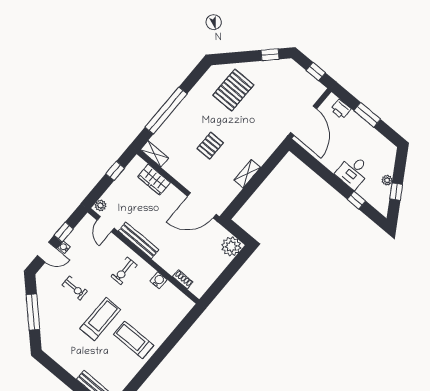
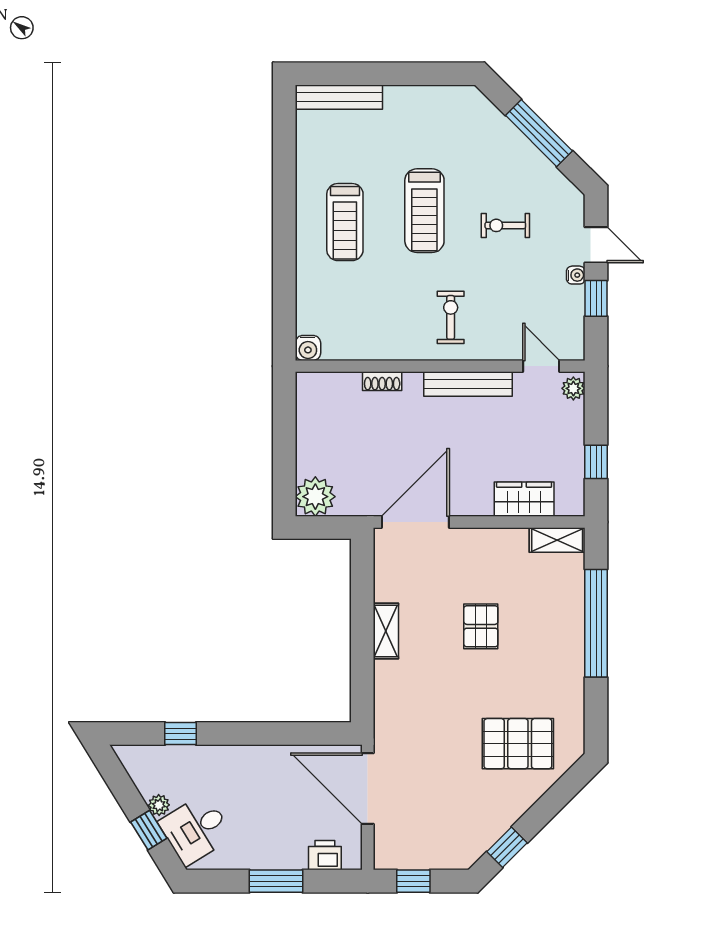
pallet: (233, 90) -> (518, 744), turned 90
desk: (353, 172) -> (196, 829), moved, turned -122
window: (396, 192) -> (149, 830), moved
door: (47, 252) -> (596, 245), swing flipped
shoe rack: (183, 279) -> (382, 381), moved
water cooler: (159, 280) -> (308, 348), moved
treadmill: (134, 340) -> (345, 222), turned 90

